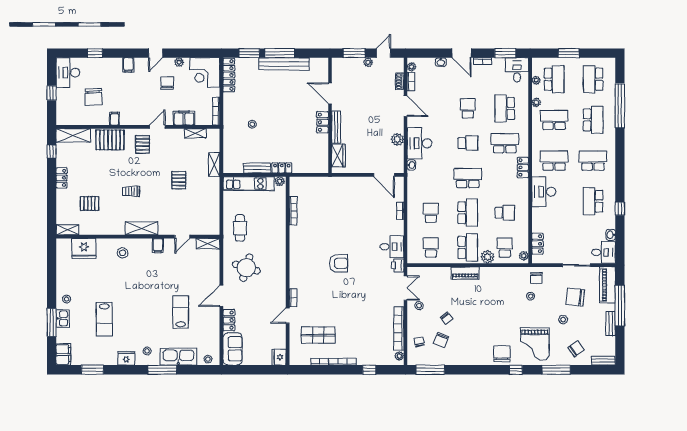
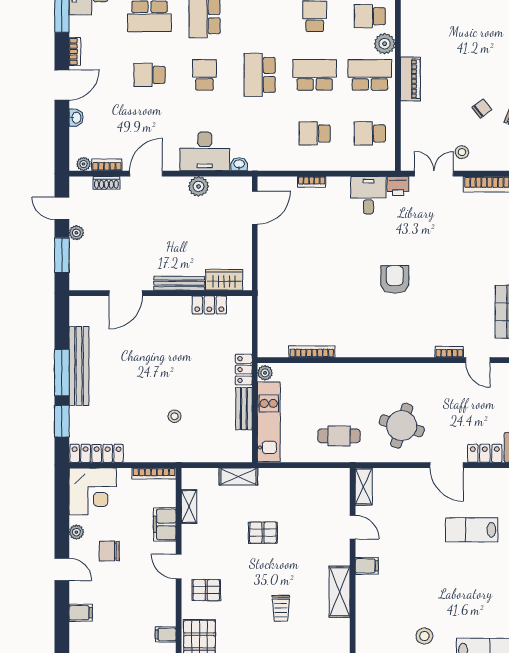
locker: (323, 122) -> (209, 305), moved
stool: (123, 253) -> (424, 636), moved

